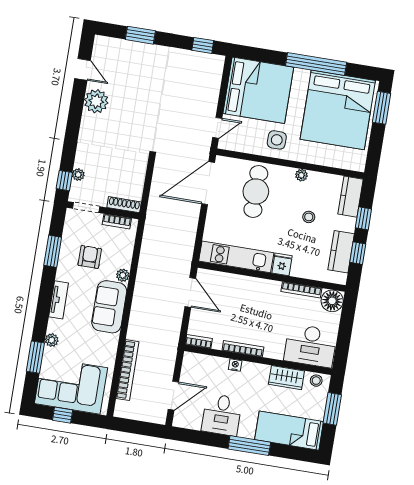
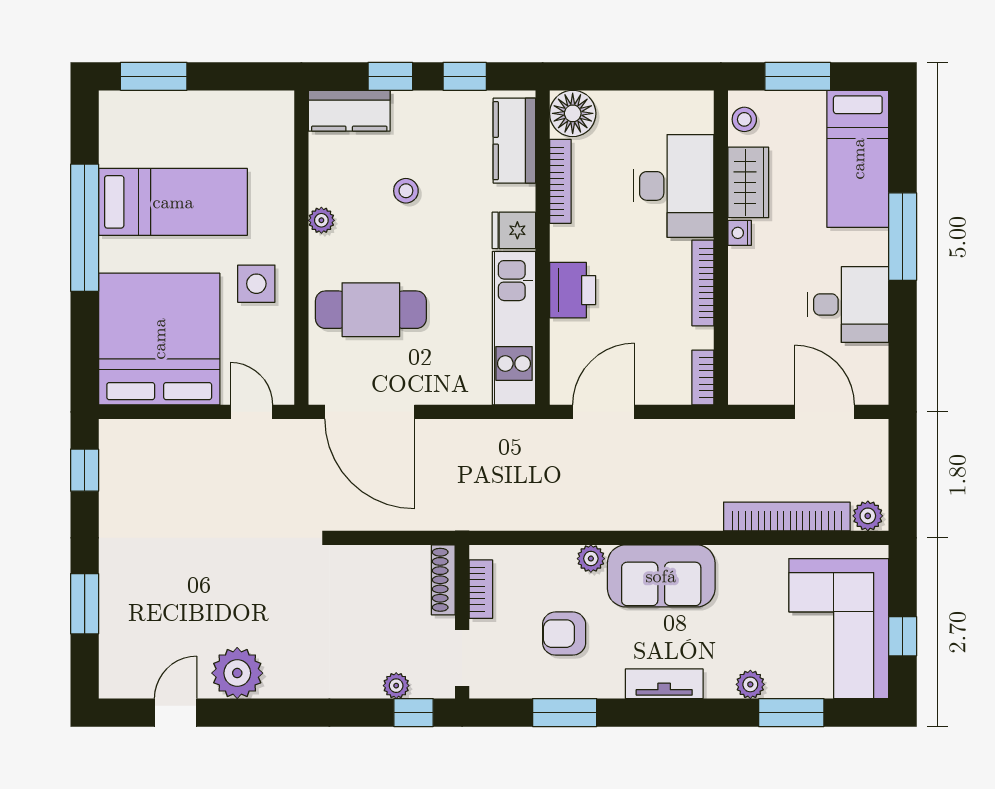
bed: (338, 110) -> (173, 202), width x0.49
kitchen counter: (341, 252) -> (514, 141), moved, turned 90
printer: (250, 287) -> (573, 290), added
desk: (310, 346) -> (674, 186), moved
nightstand: (235, 365) -> (740, 233), moved
plant: (121, 408) -> (868, 516), added

